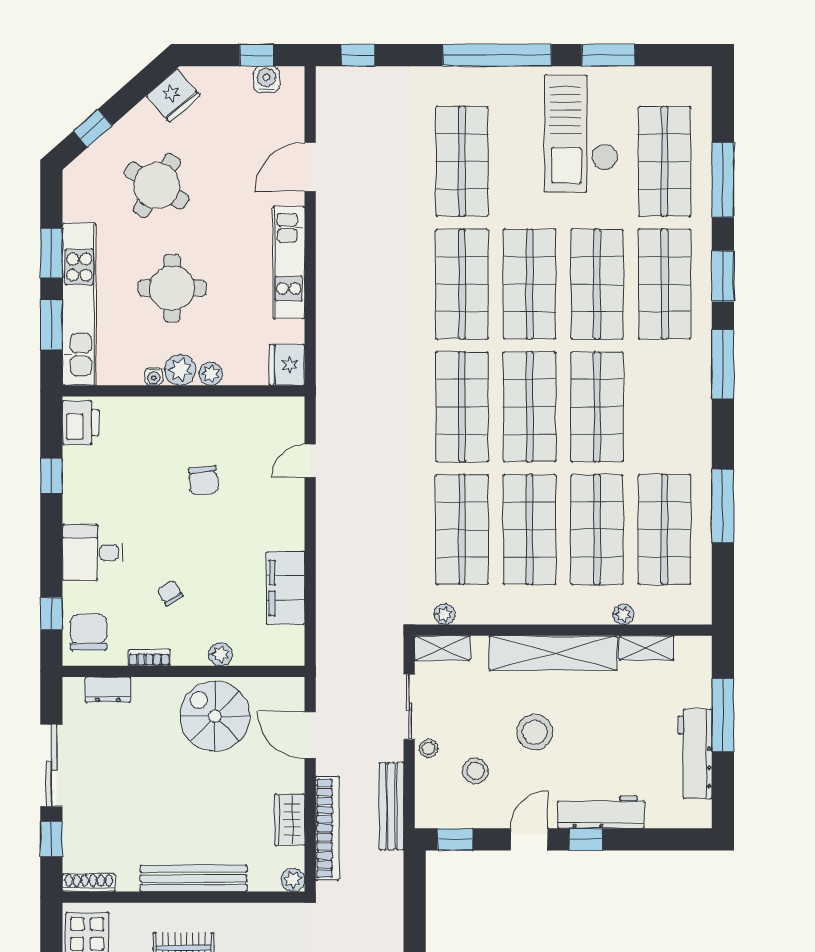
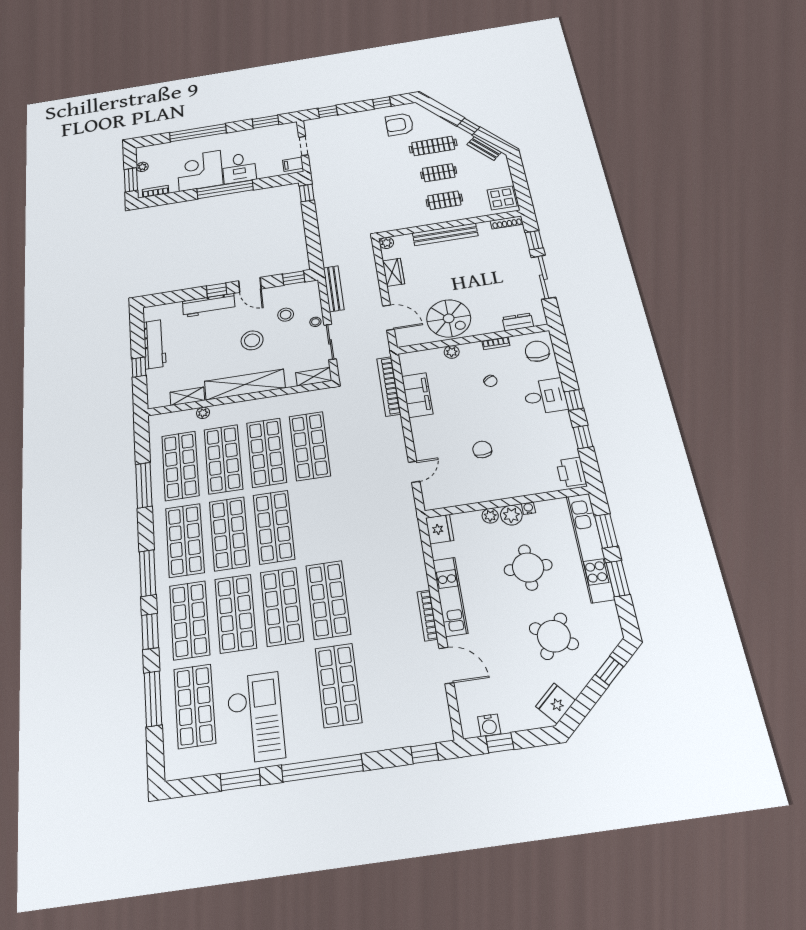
door: (310, 167) -> (446, 665), hinge flipped
bookcase: (325, 240) -> (427, 615), added
shop shelf: (462, 407) -> (185, 540), moved
window: (51, 614) -> (574, 400), moved
plant: (444, 614) -> (315, 396), removed
chair: (89, 632) -> (537, 351), turned 180
window: (723, 715) -> (139, 367), width x0.46
bookcase: (327, 828) -> (389, 386), moved
door: (529, 839) -> (250, 285), hinge flipped

